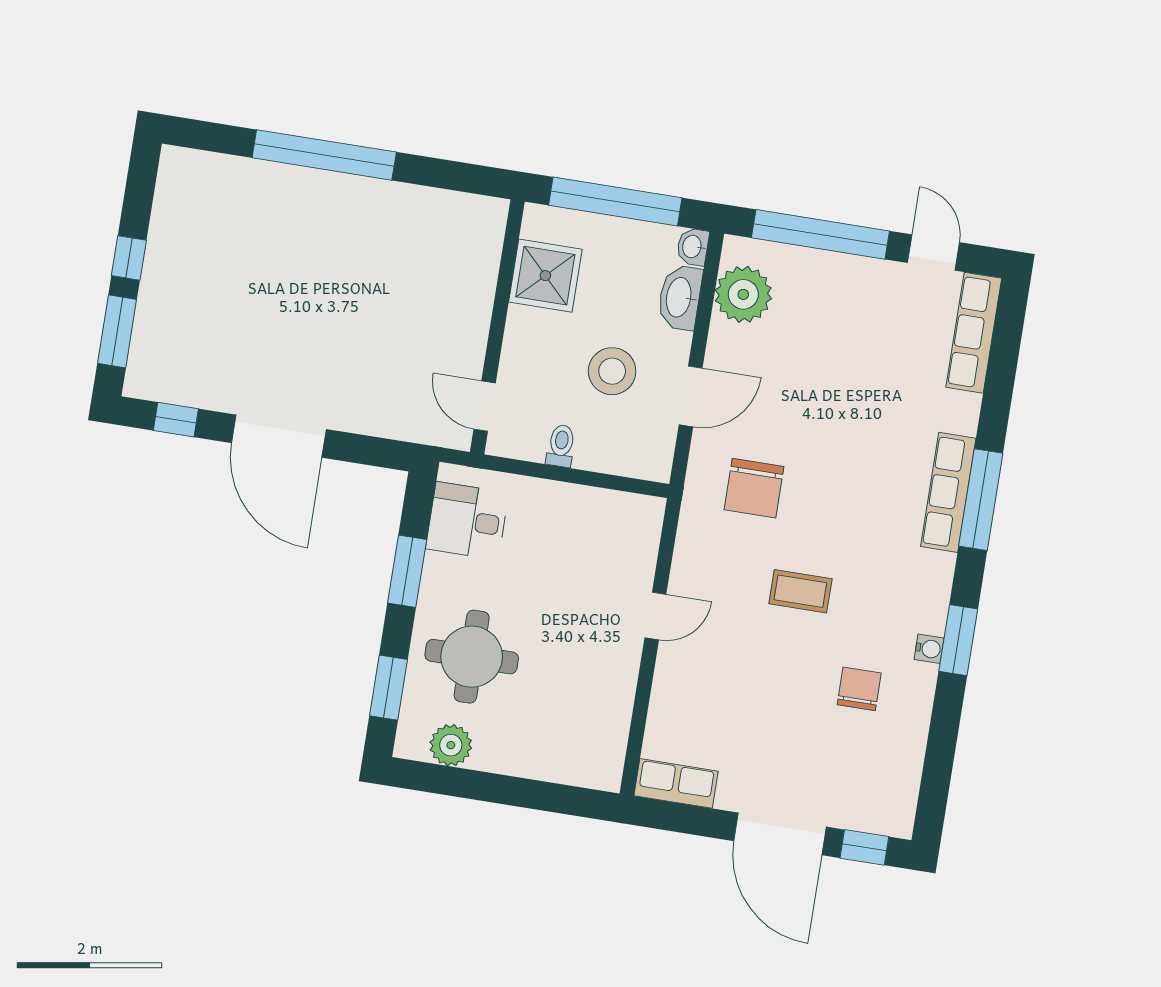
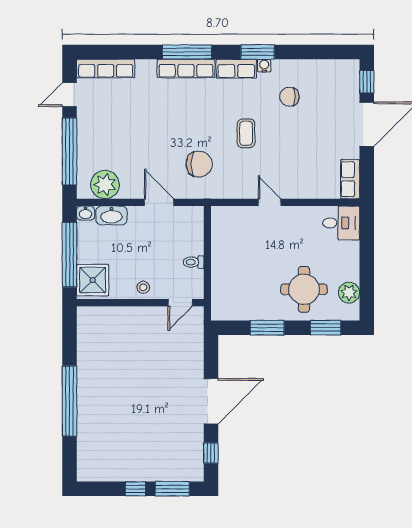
shower: (545, 276) -> (93, 280), moved
stool: (612, 371) -> (143, 287), moved, width x0.53, depth x0.53
desk: (467, 521) -> (341, 223), moved, turned -90
row of seats: (932, 592) -> (236, 69), added

